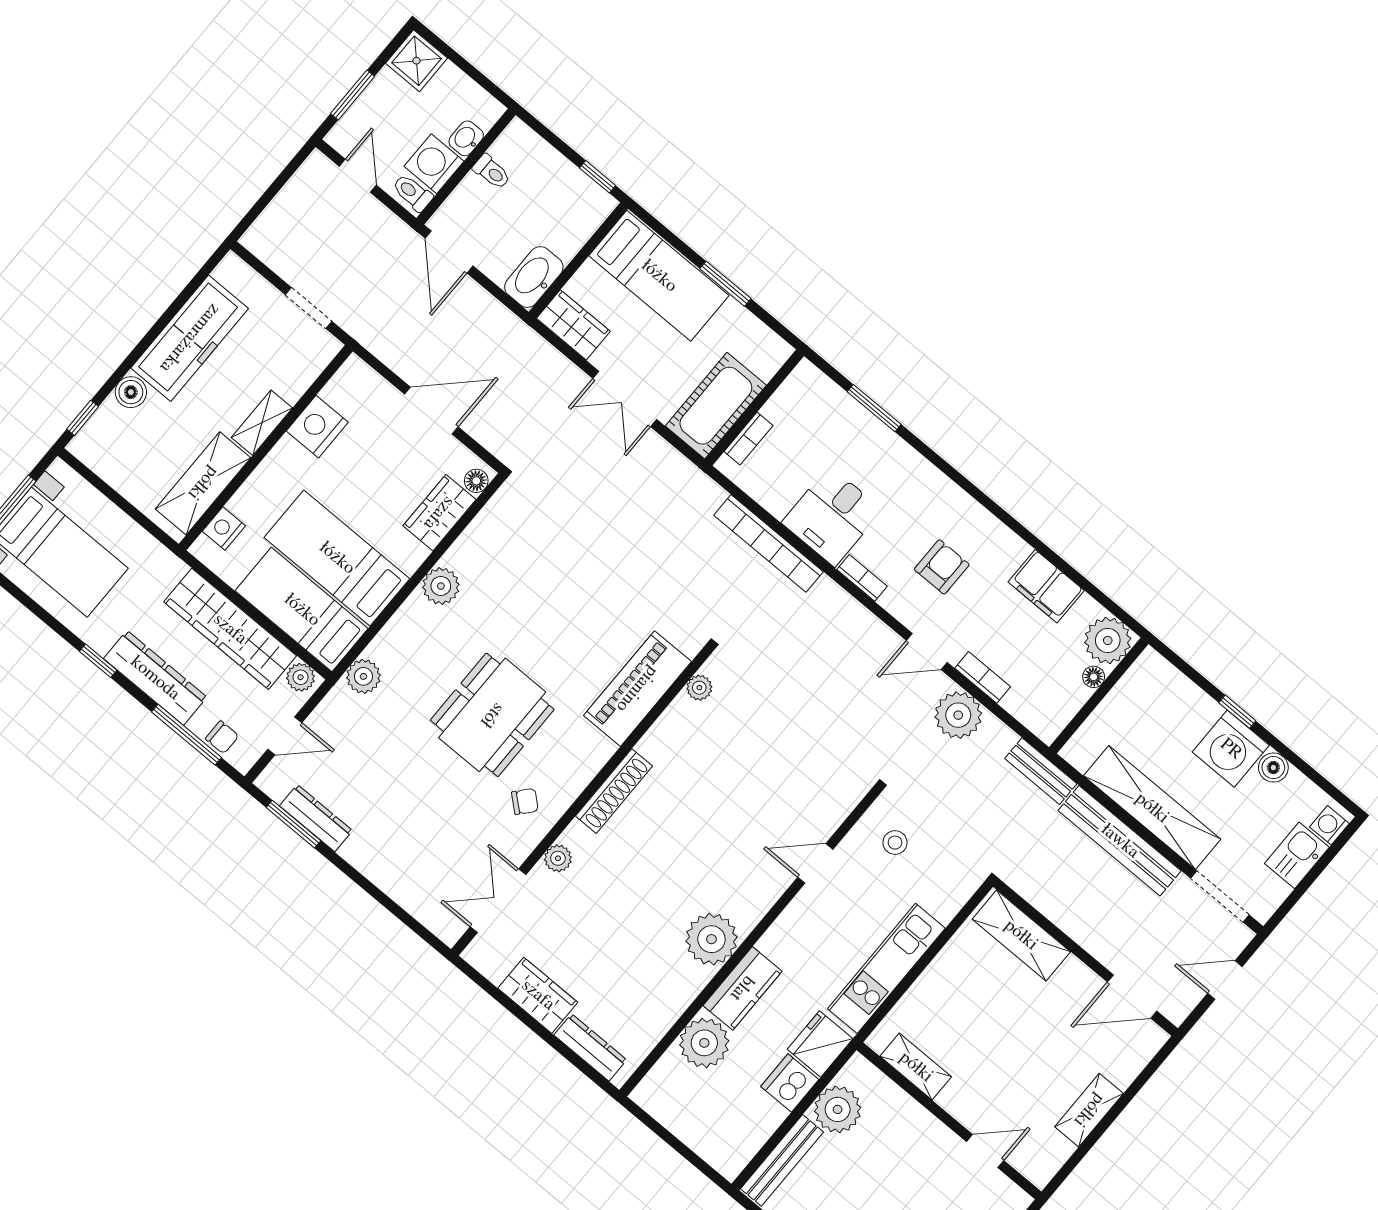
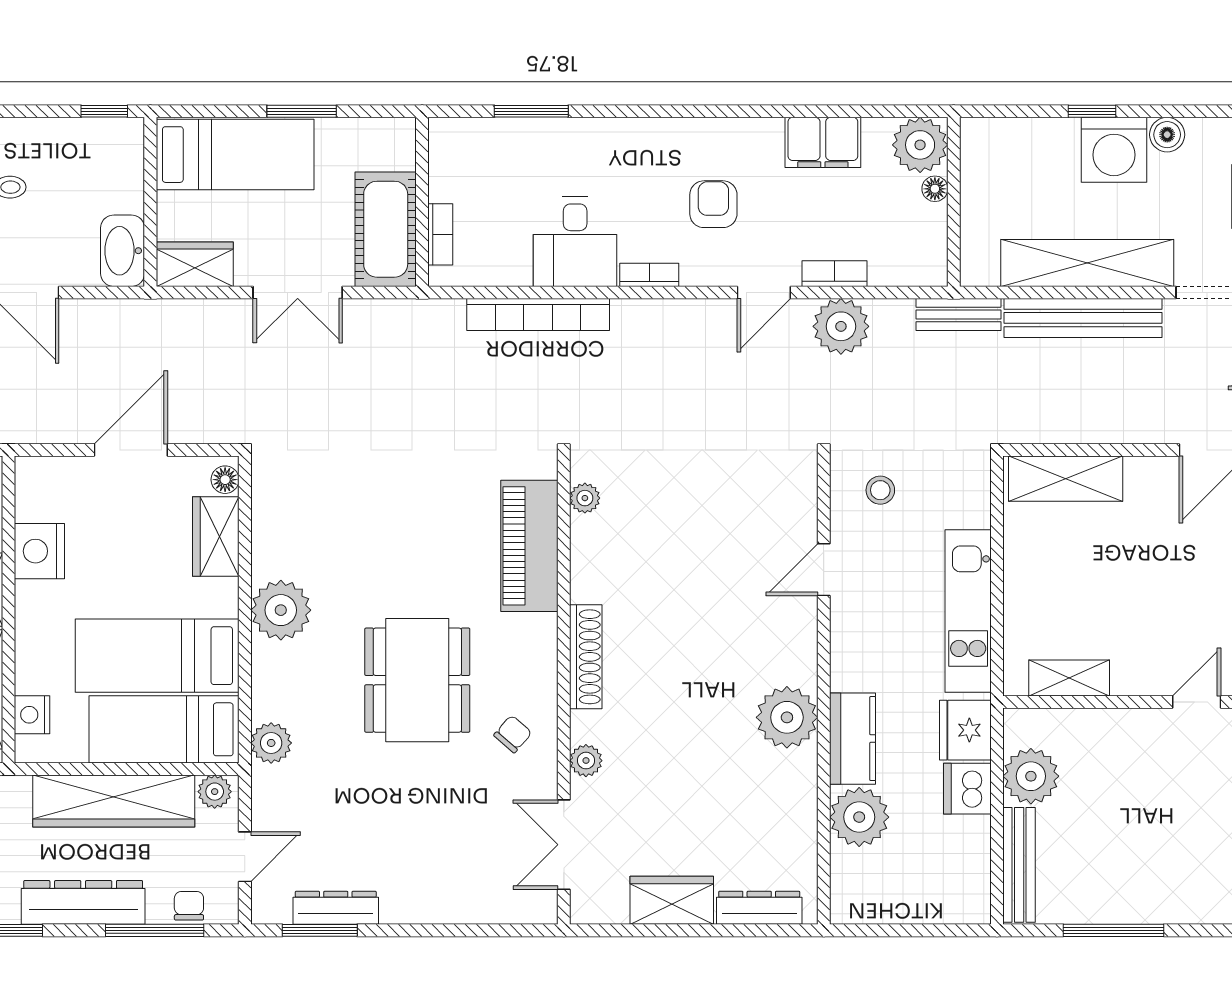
plant: (441, 586) -> (281, 610), width x1.36, depth x1.36
chair: (222, 737) -> (189, 906), turned -90

